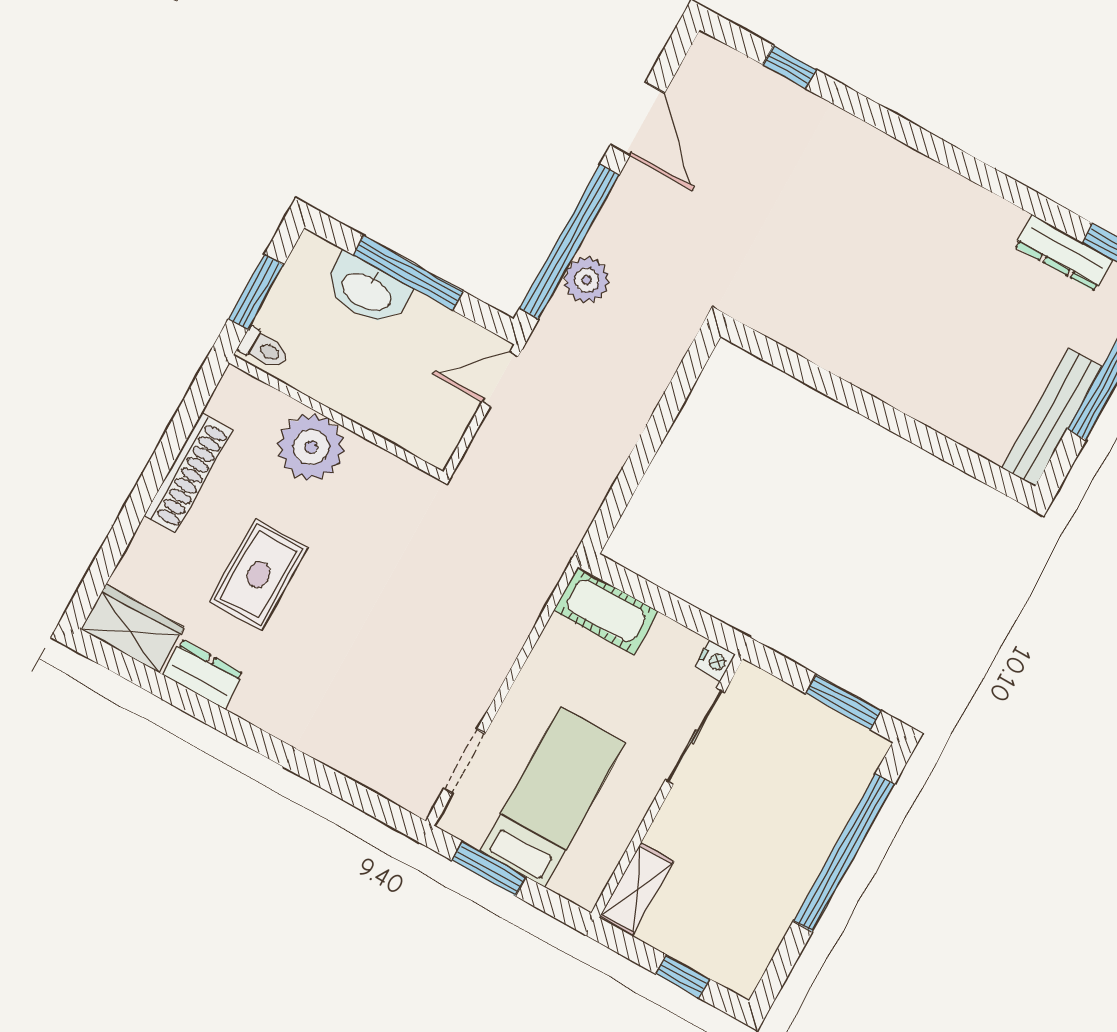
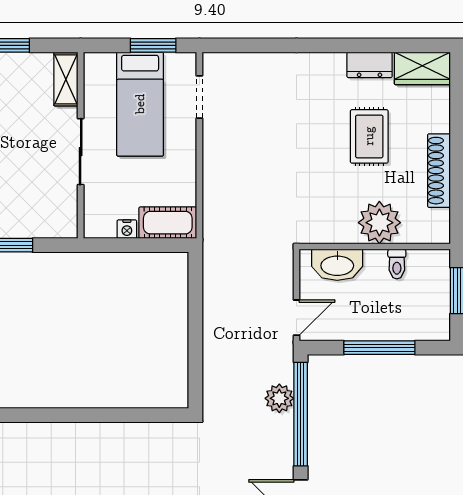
washbasin: (367, 291) -> (337, 265), moved, turned 180
toilet: (264, 349) -> (397, 264), moved, turned -90
nightstand: (715, 661) -> (127, 229), moved, turned -90
sliding door: (695, 736) -> (81, 152), moved

